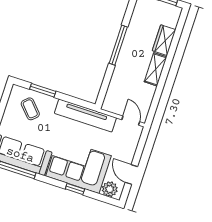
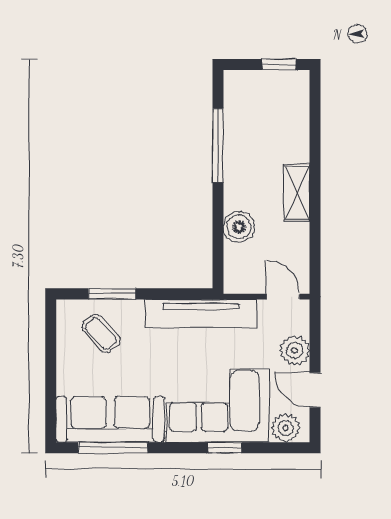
wardrobe: (164, 40) -> (295, 137), removed
window: (118, 45) -> (218, 145), moved
boiler: (120, 77) -> (239, 227), added
plant: (127, 151) -> (295, 351), added

